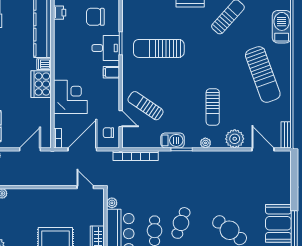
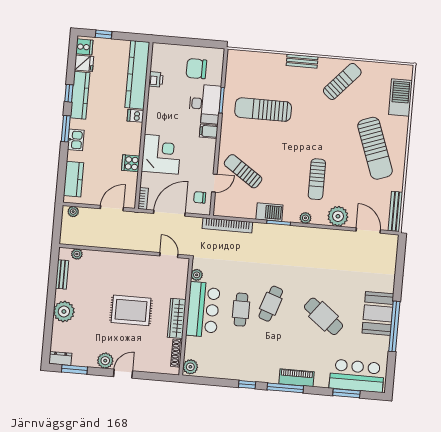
printer: (60, 13) -> (156, 79), moved
desk: (106, 48) -> (205, 104), width x1.37
cooker: (41, 84) -> (131, 163), moved, width x0.53, depth x0.76
door: (121, 119) -> (214, 183), hinge flipped
bench: (286, 135) -> (395, 211), width x1.36

